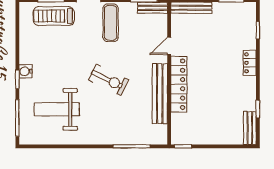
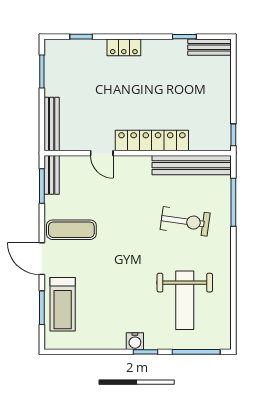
exercise bike: (108, 80) -> (185, 221), moved, turned 72
bench: (160, 94) -> (192, 165), moved

